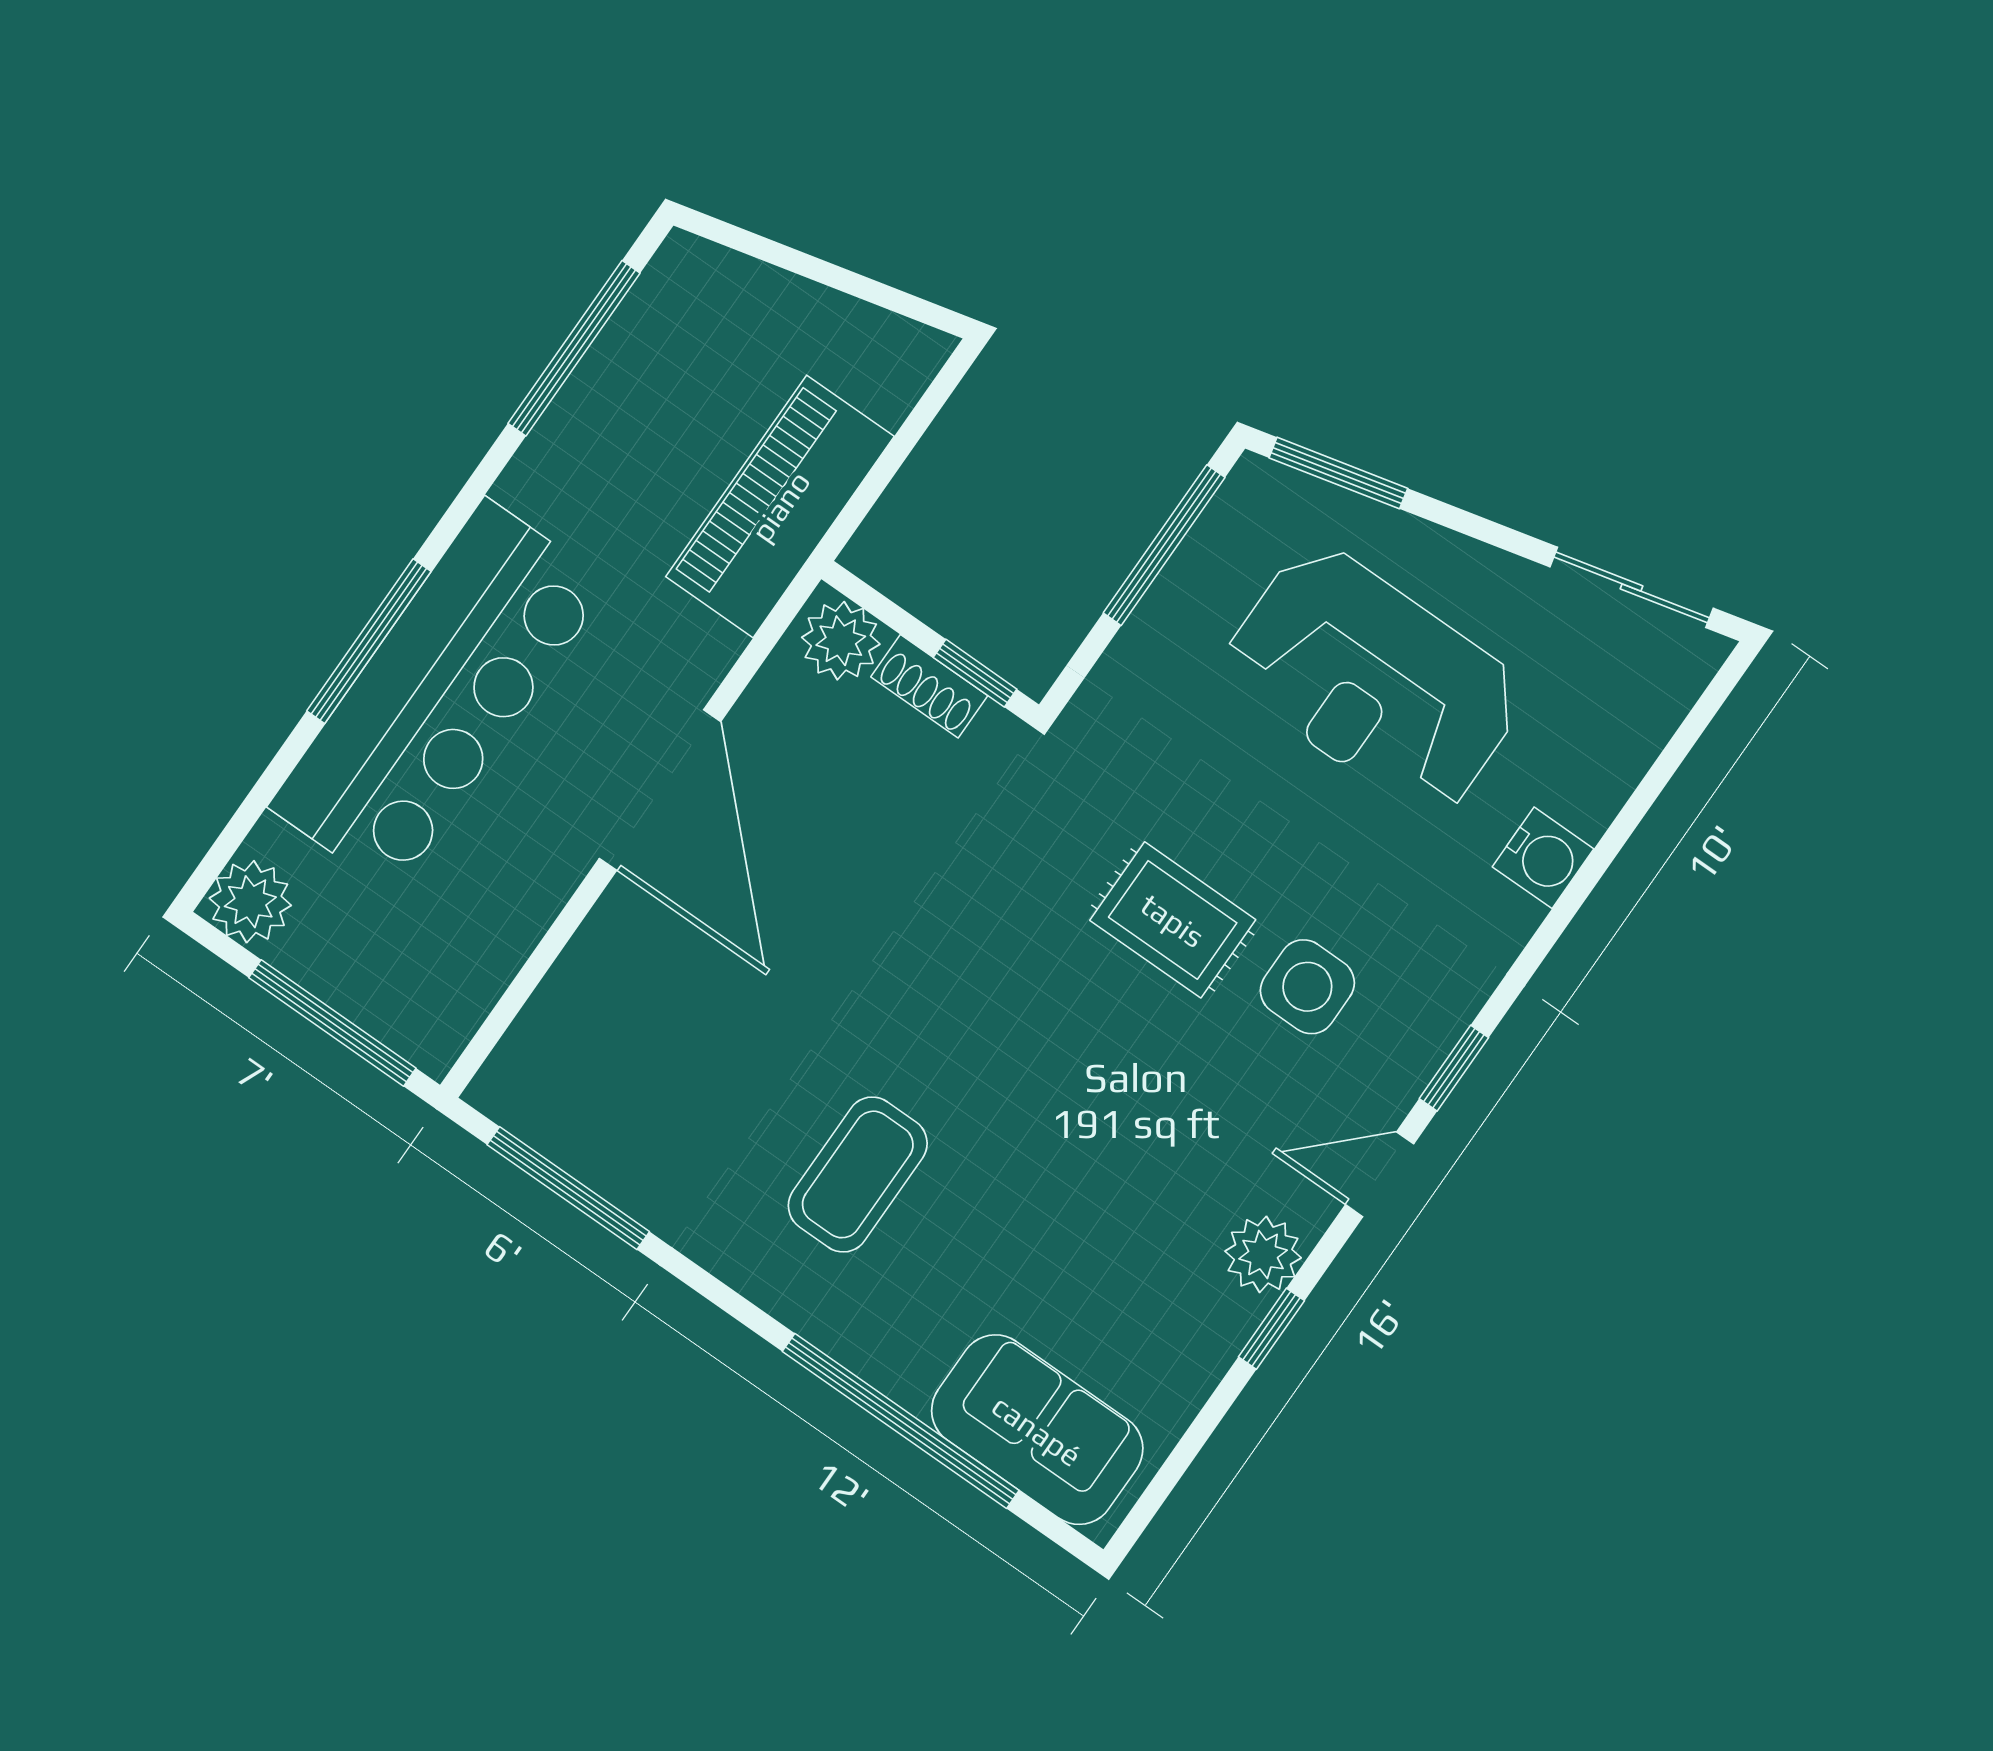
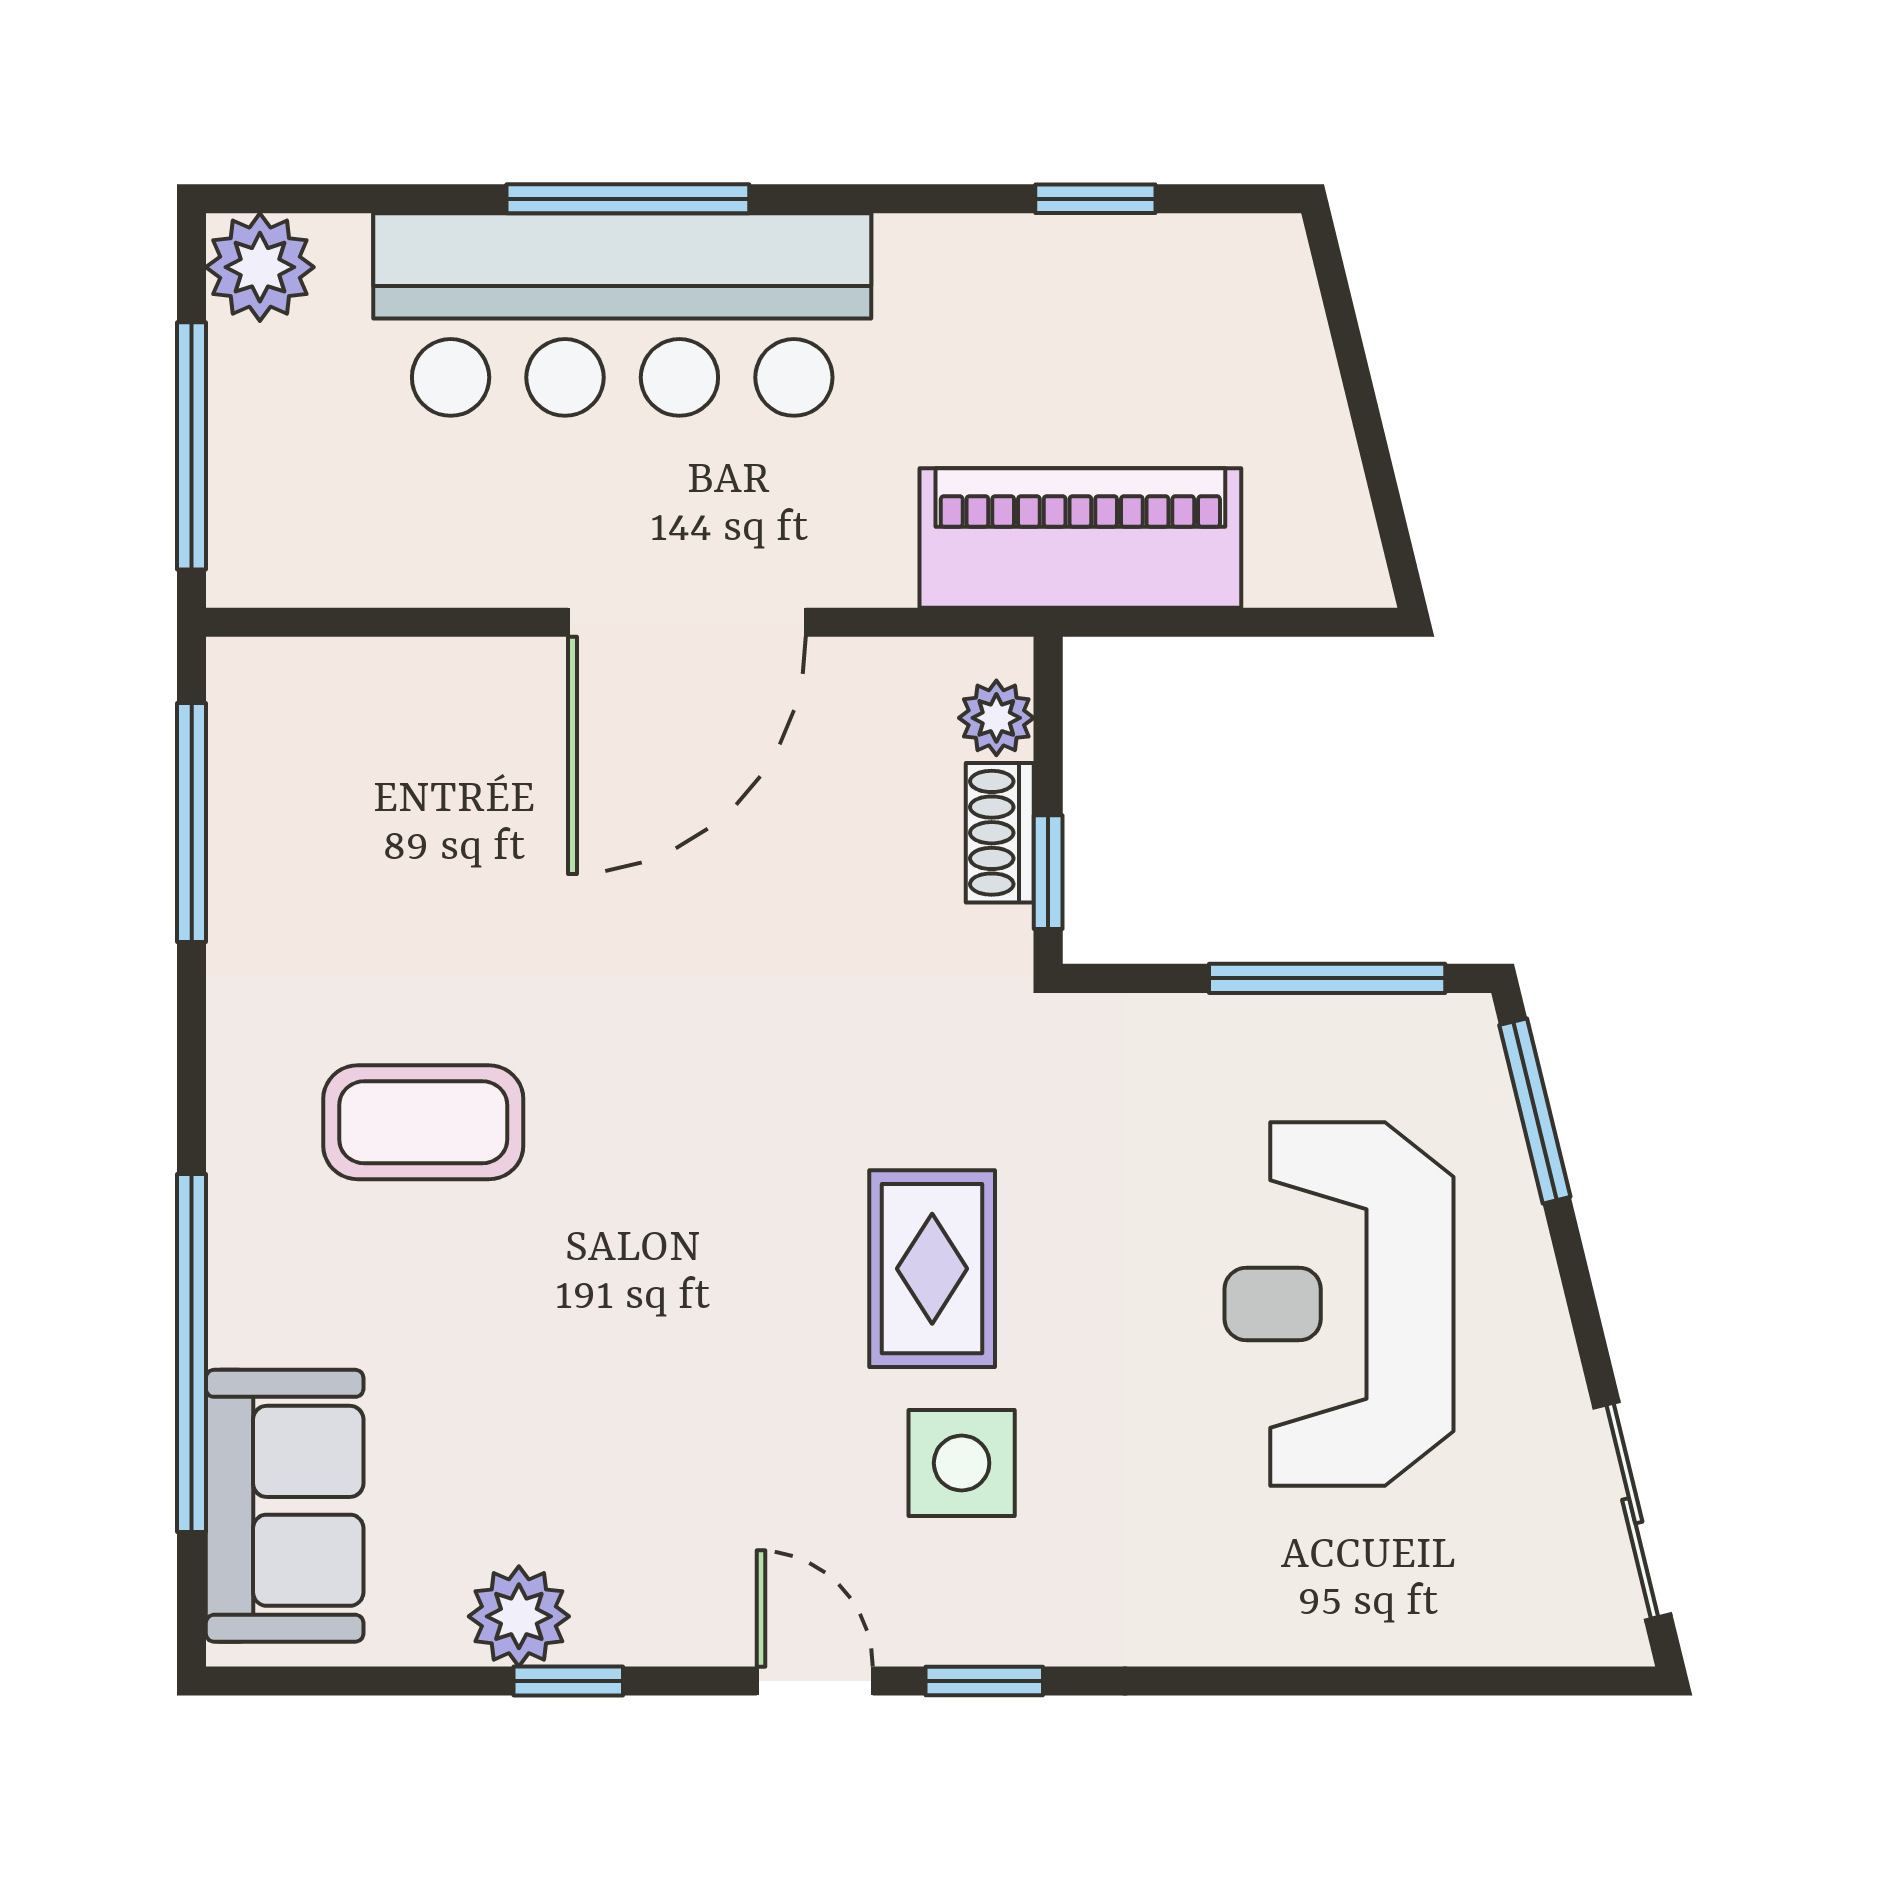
window: (574, 348) -> (1095, 199), width x0.46
plant: (841, 641) -> (996, 718), width x0.73, depth x0.73
water cooler: (1543, 858) -> (1276, 1619), removed
plant: (1263, 1254) -> (519, 1616), moved

